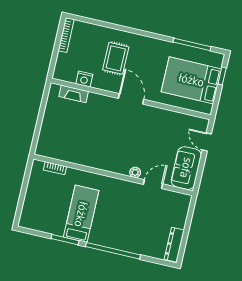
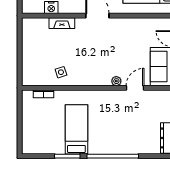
fireplace: (74, 94) -> (62, 23), moved
side table: (79, 149) -> (61, 72), added

